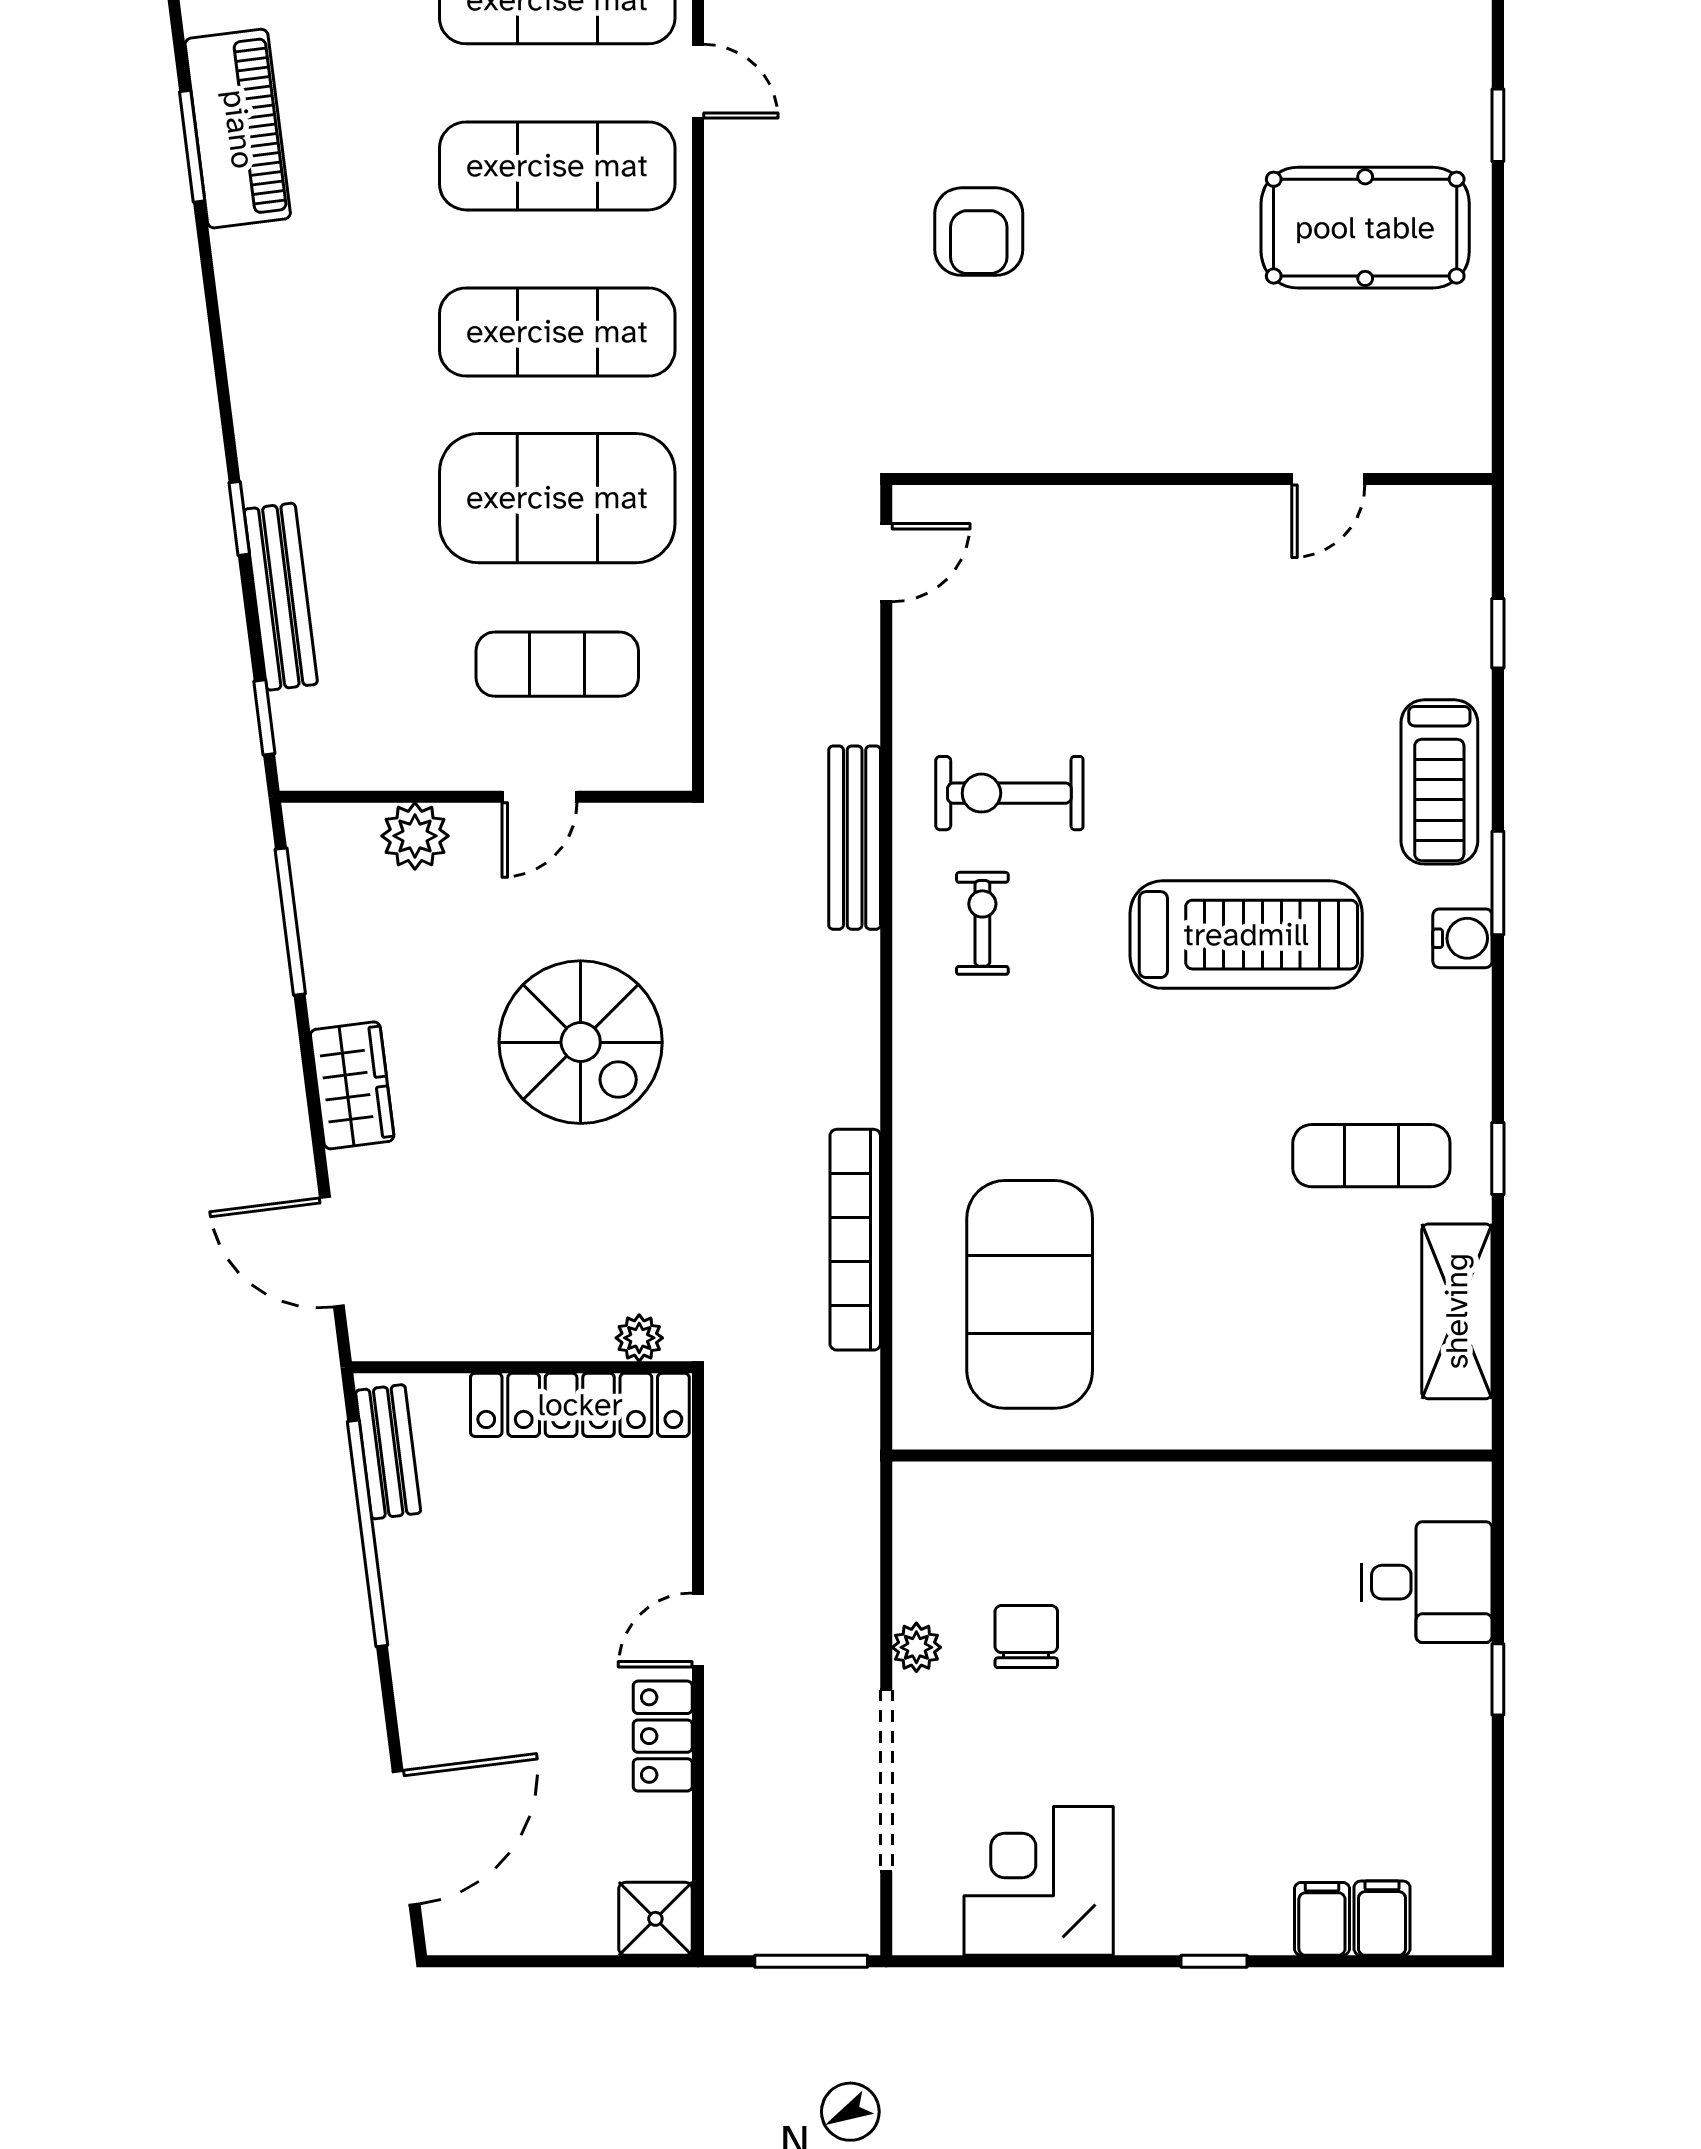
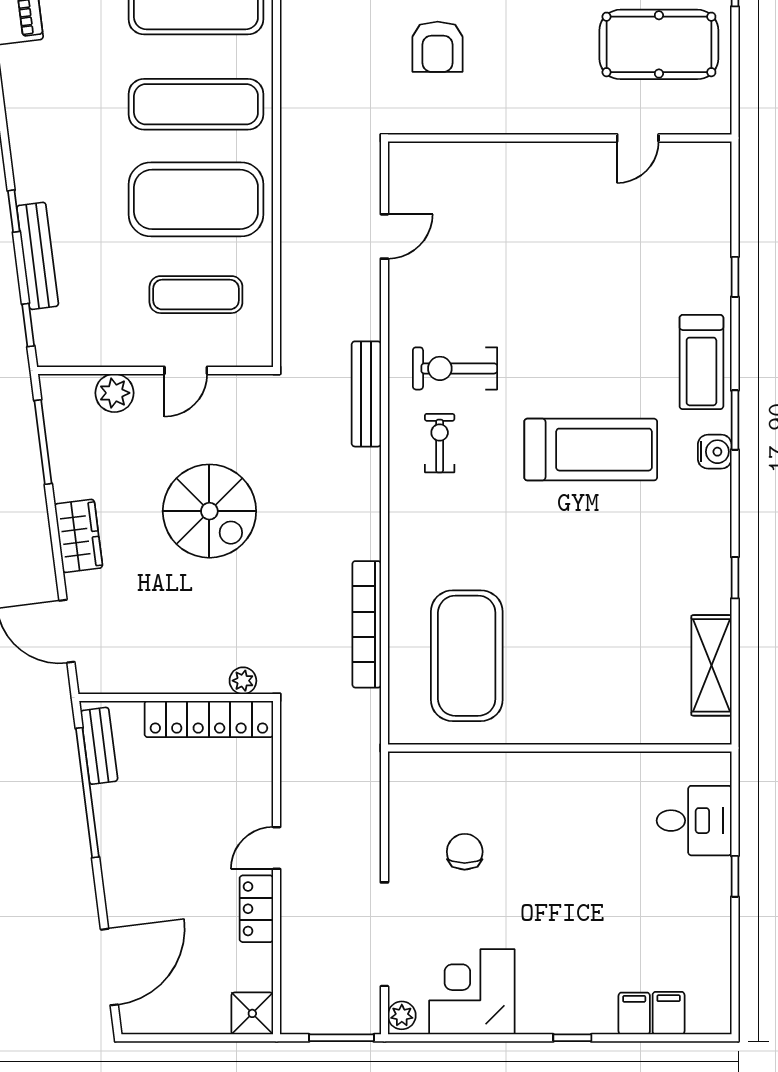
wall: (1192, 479) -> (560, 138), moved
door: (1328, 479) -> (638, 138), moved
exercise mat: (1371, 1156) -> (663, 576), removed
plant: (916, 1647) -> (402, 1015), moved

